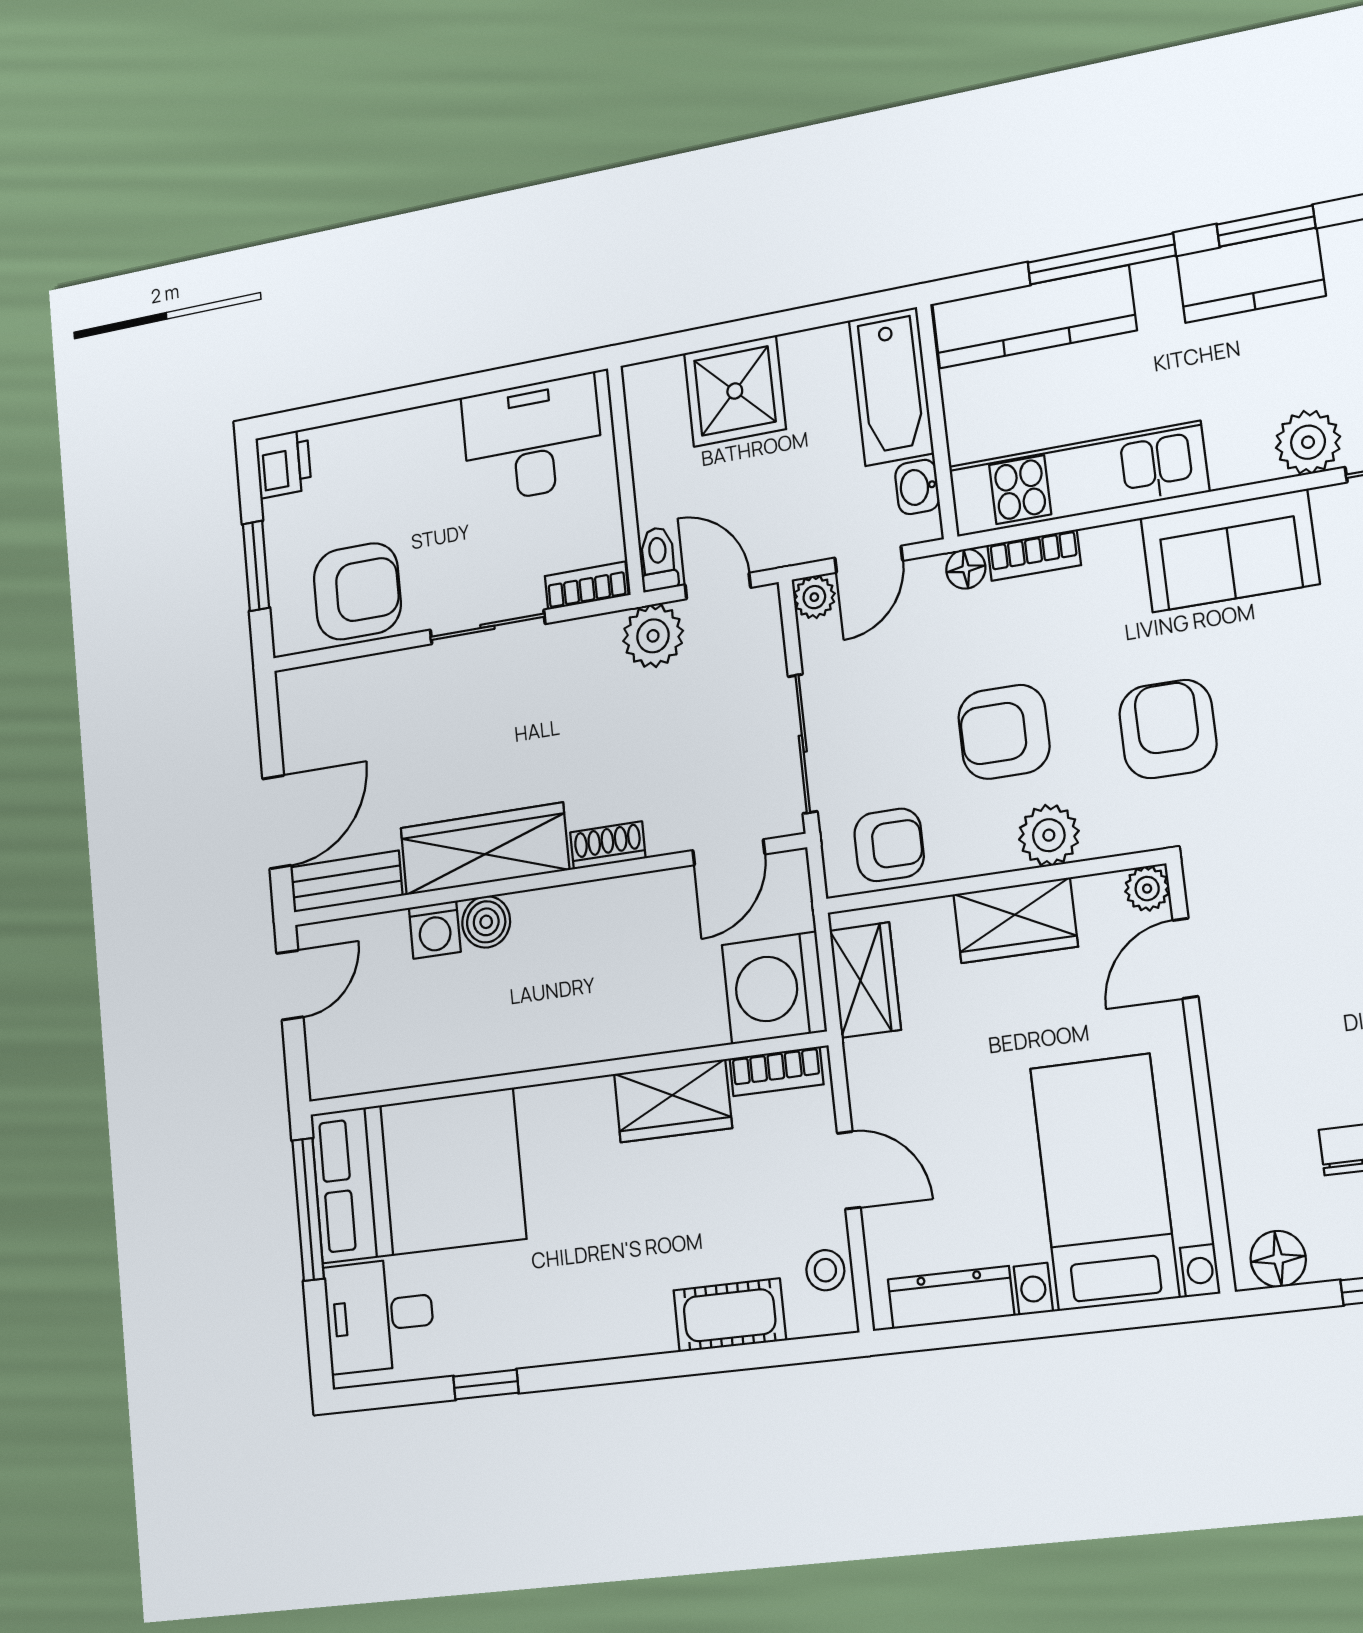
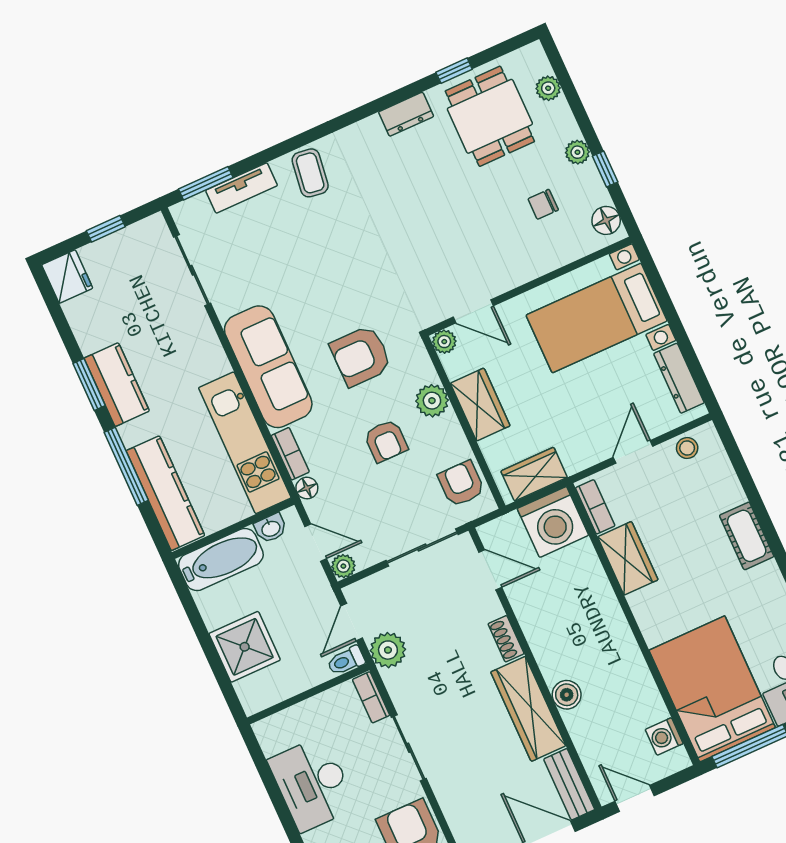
desk: (532, 439) -> (312, 784), moved
plant: (1308, 442) -> (196, 329), removed
sofa: (1230, 551) -> (268, 367), width x1.36
armchair: (1004, 732) -> (386, 441), width x0.72, depth x0.72
washing machine: (435, 930) -> (664, 737), moved, turned 180
cot: (730, 1315) -> (747, 536), moved

